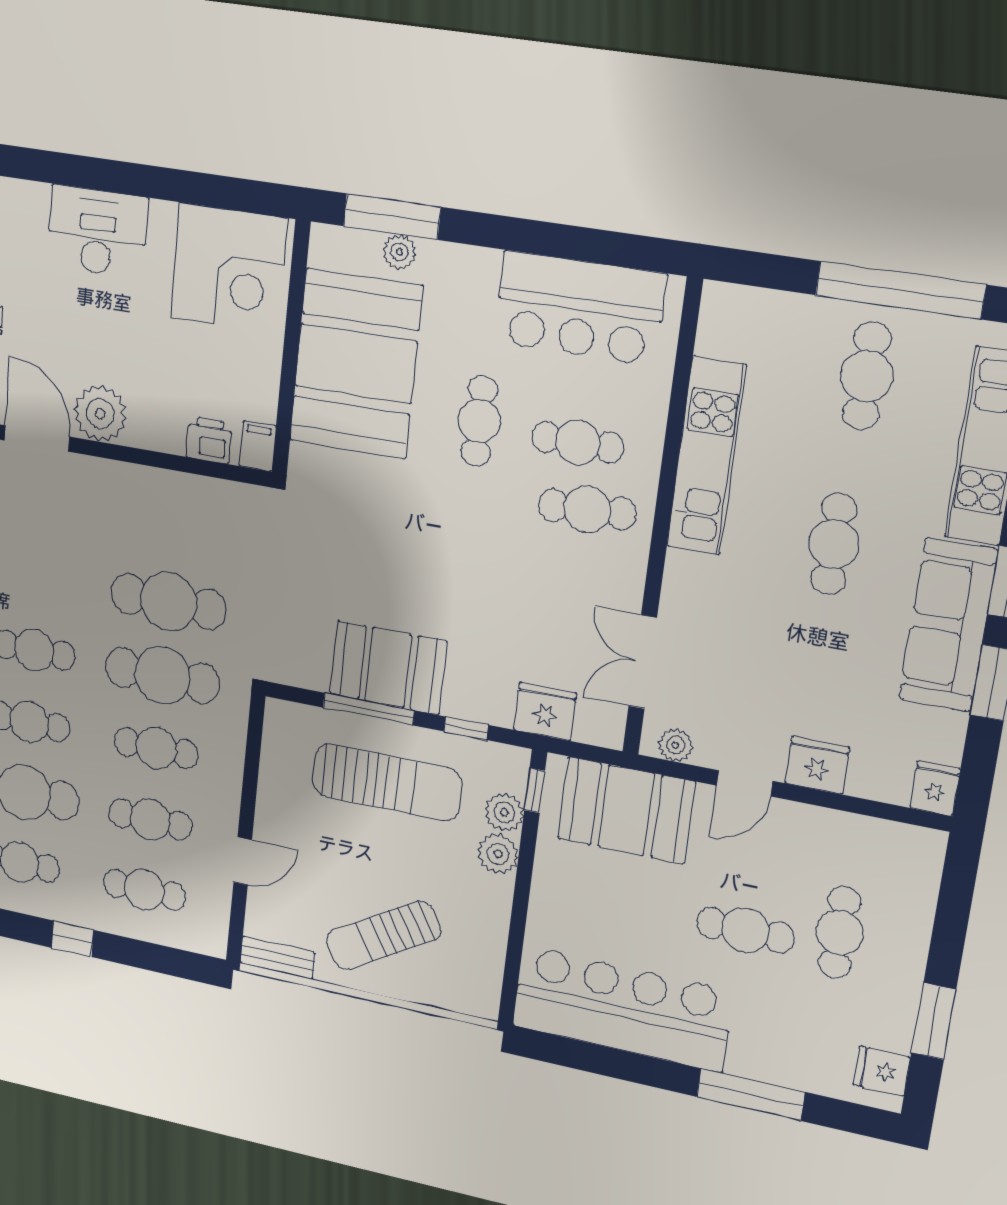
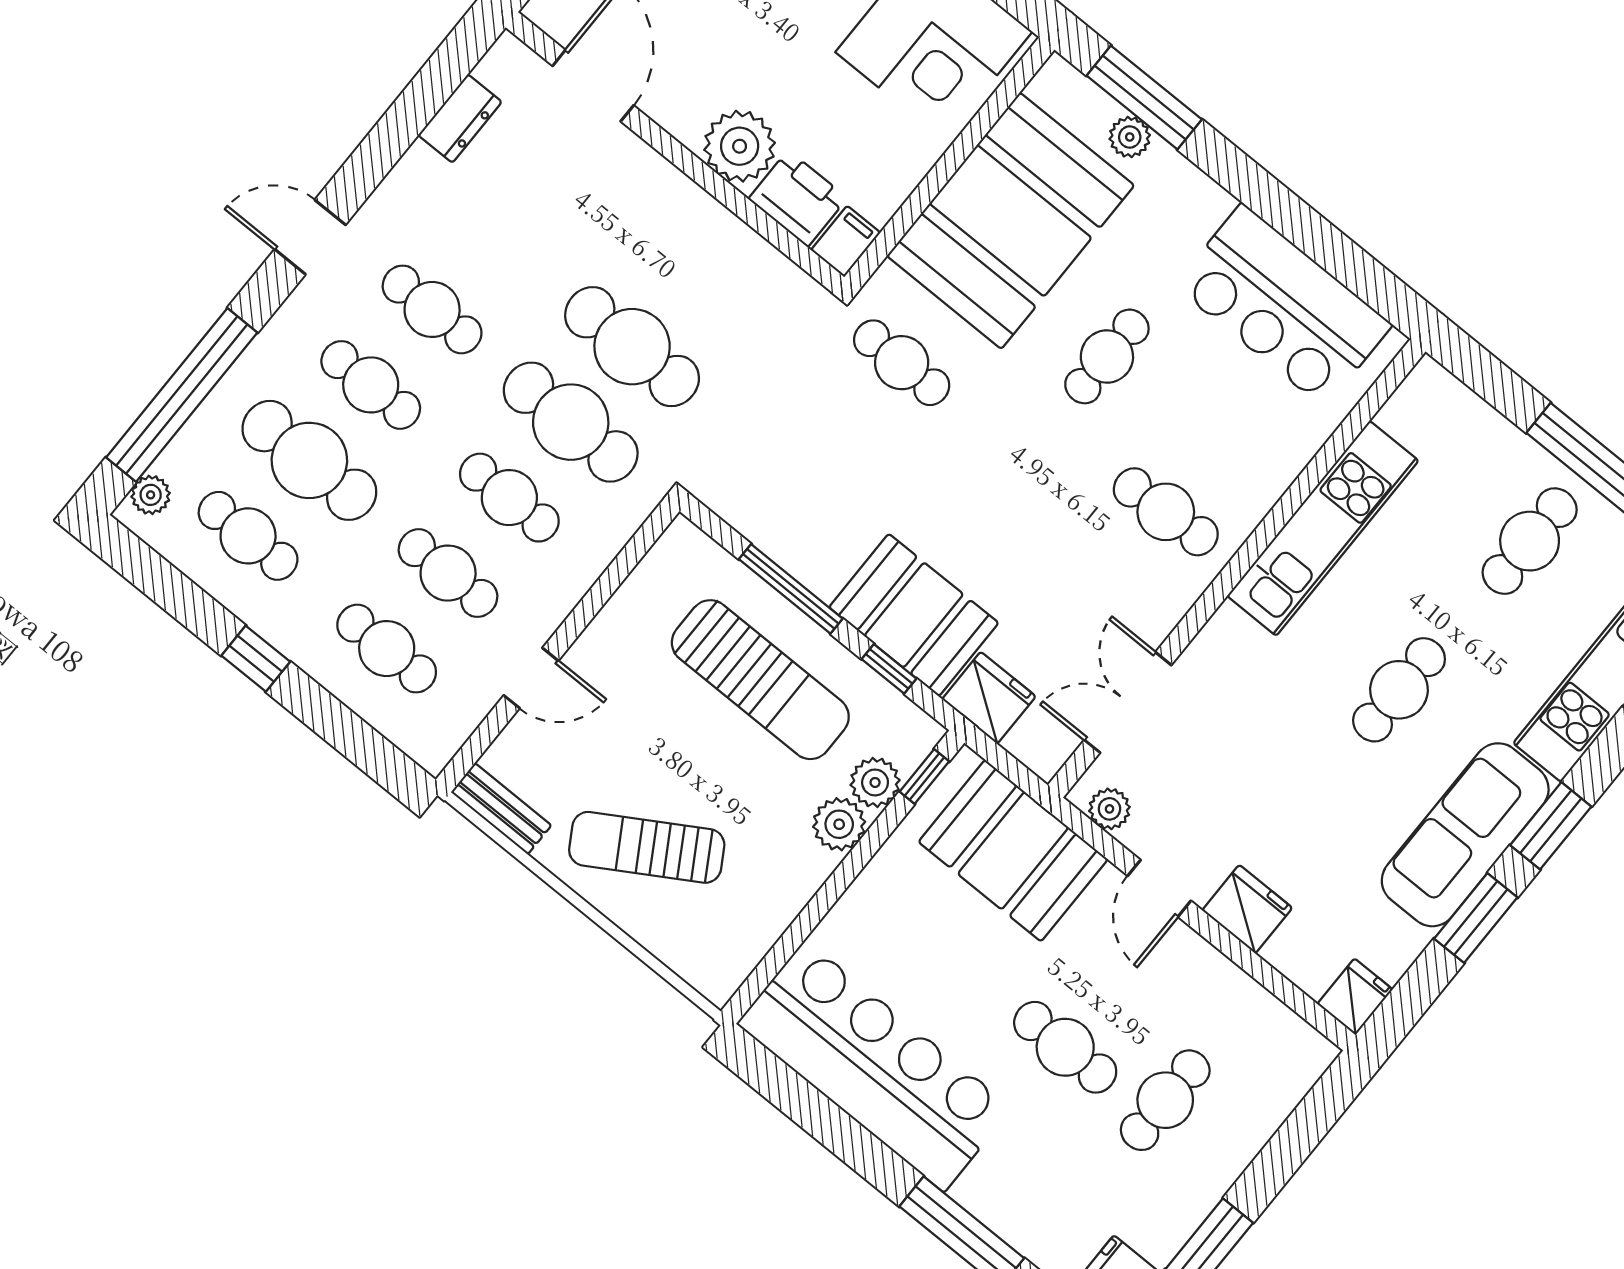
plant: (100, 414) -> (740, 146), moved
printer: (209, 440) -> (798, 198), width x1.36, depth x1.24
cafe table: (578, 442) -> (902, 363), moved
booth: (388, 668) -> (914, 615), moved
door: (745, 783) -> (1159, 888), hinge flipped

